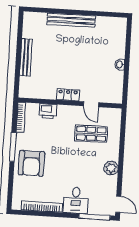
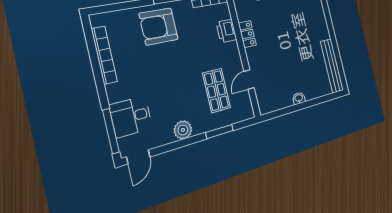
bench: (71, 20) -> (332, 66), moved
locker: (68, 95) -> (247, 34), moved
window: (122, 141) -> (220, 132), added
desk: (76, 200) -> (131, 117), moved

